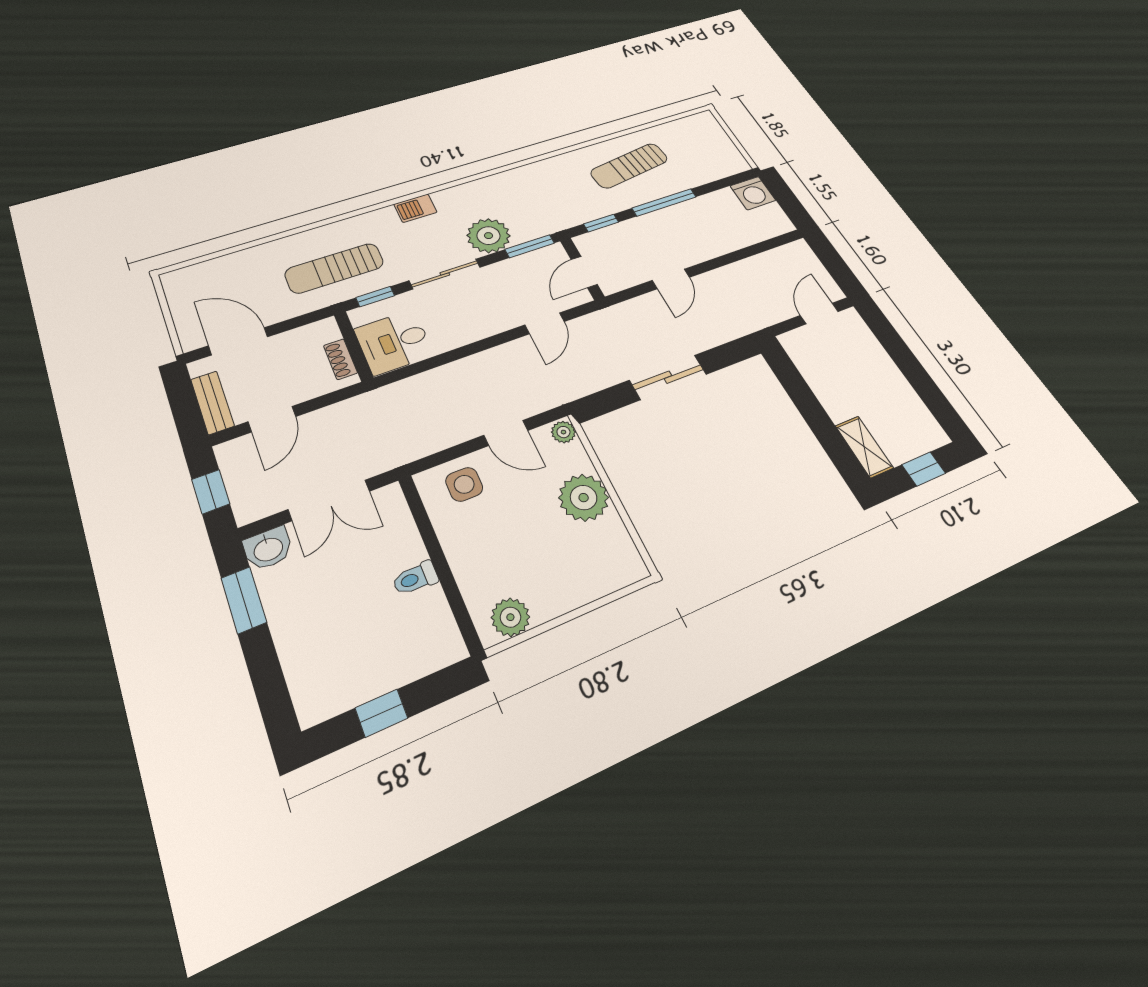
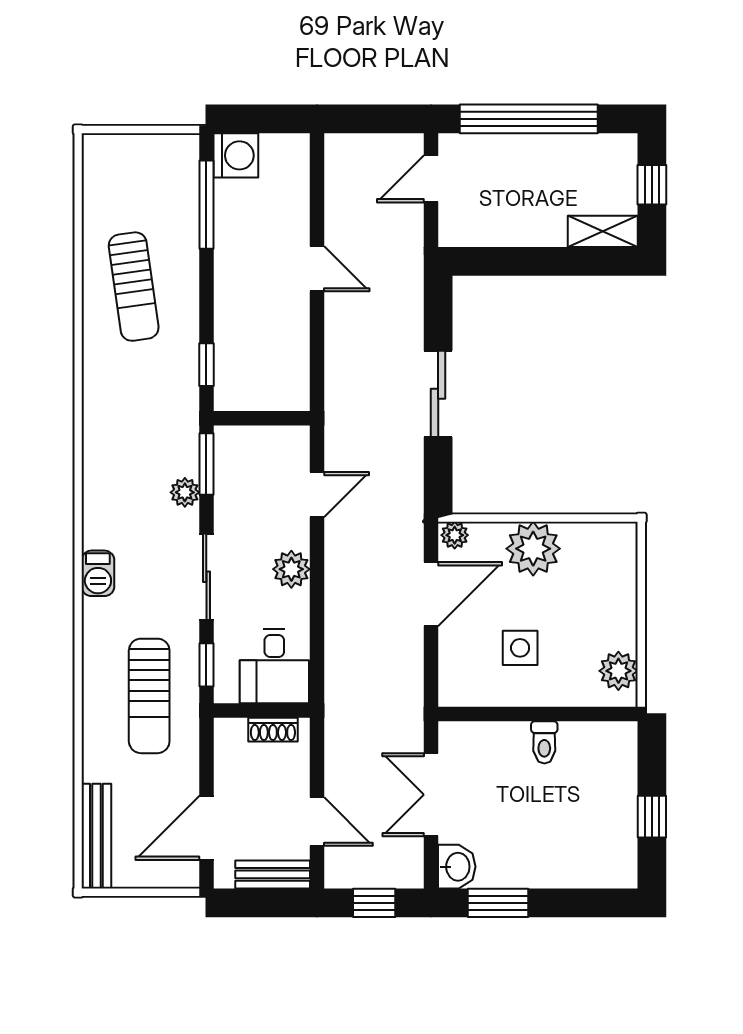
window: (664, 202) -> (206, 205), moved
plant: (488, 236) -> (185, 492), width x0.53, depth x0.53
bench: (206, 271) -> (96, 836), added
door: (584, 272) -> (267, 418), removed
door: (671, 279) -> (317, 269), moved
door: (819, 313) -> (431, 179), hinge flipped
door: (545, 323) -> (317, 495), hinge flipped
plant: (478, 327) -> (291, 569), added
window: (906, 361) -> (529, 119), added
door: (506, 433) -> (431, 594), width x1.38
side table: (464, 484) -> (520, 648), moved
double door: (329, 500) -> (431, 795), swing flipped

